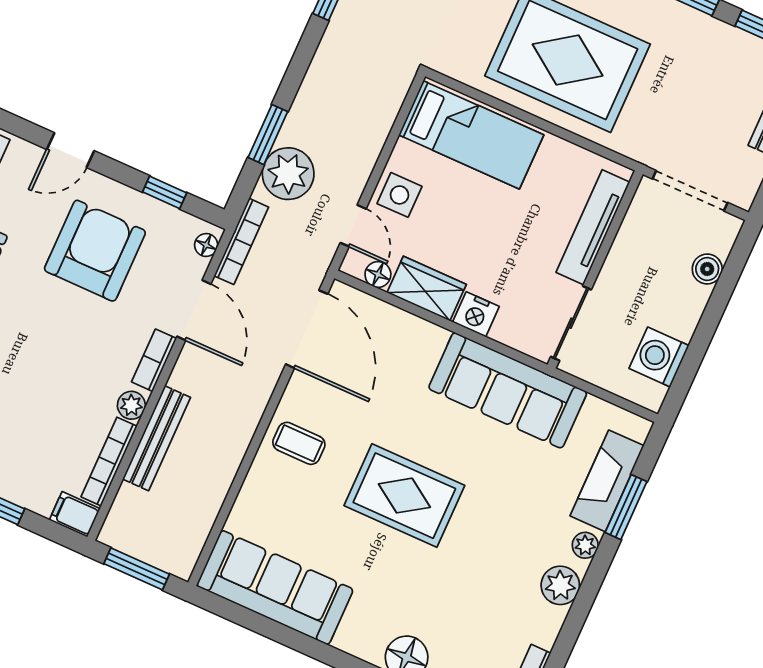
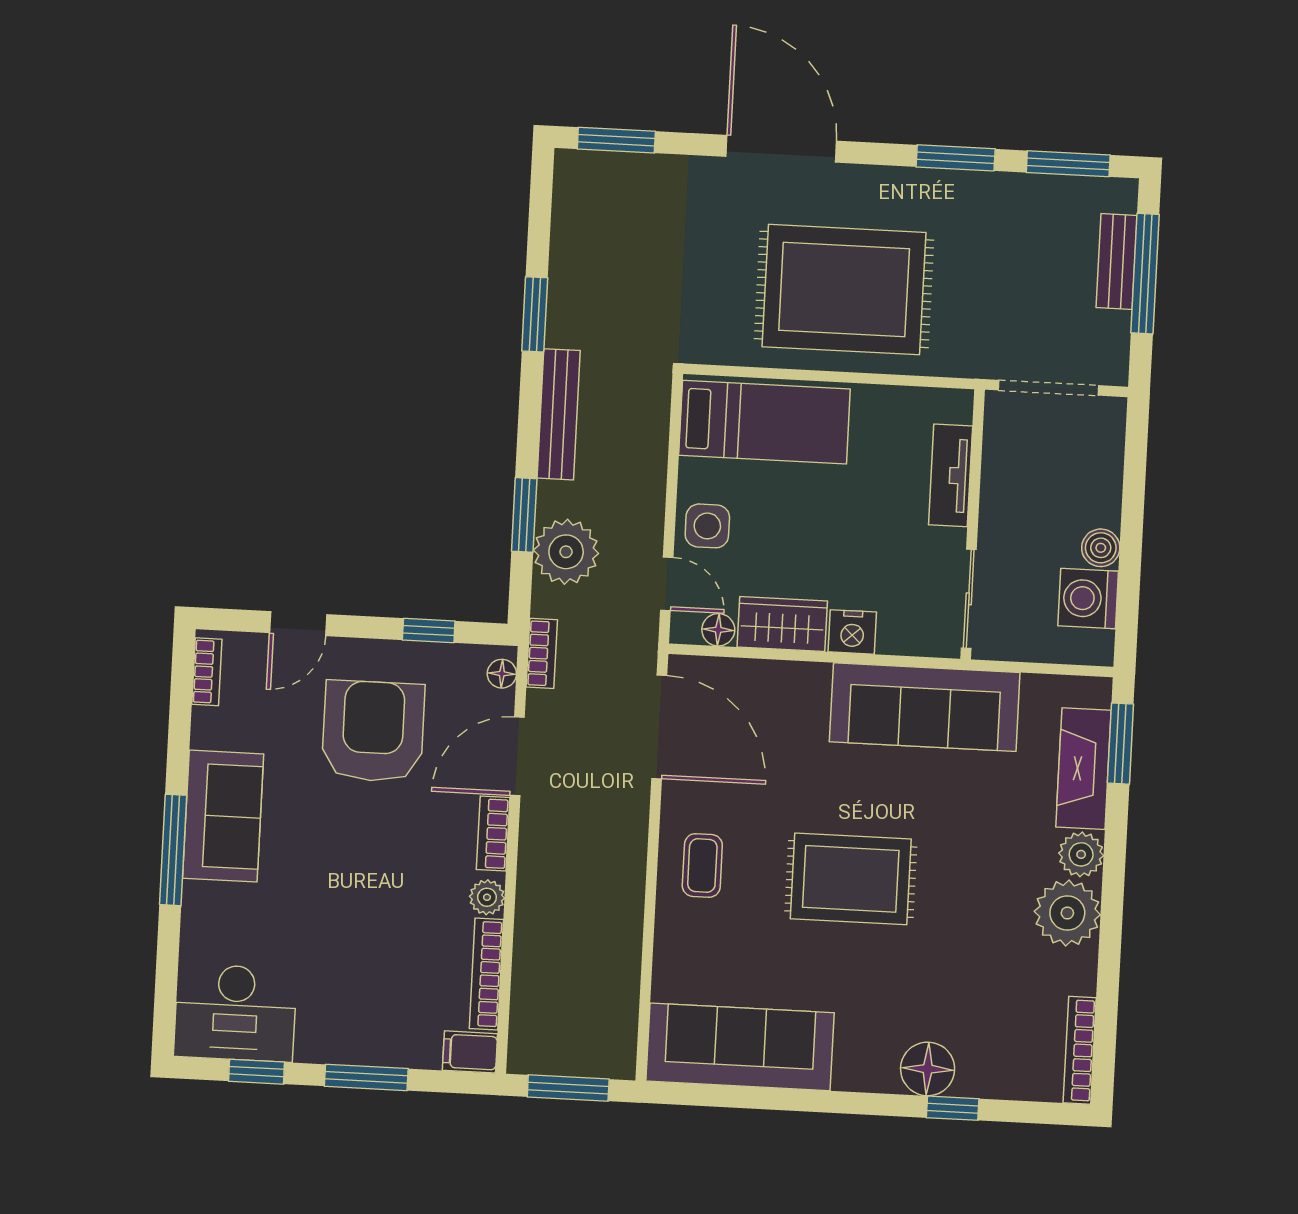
tv unit: (593, 227) -> (951, 475), width x0.71
bookcase: (241, 241) -> (542, 653), width x0.64
boiler: (707, 269) -> (1101, 548), moved
door: (194, 310) -> (517, 756), swing flipped
bench: (157, 438) -> (559, 414), moved
coffee table: (299, 443) -> (702, 865), turned 90
window: (626, 507) -> (1120, 744), moved
plant: (585, 545) -> (1081, 854), width x1.38, depth x1.38
plant: (560, 585) -> (1067, 913), width x1.36, depth x1.36

